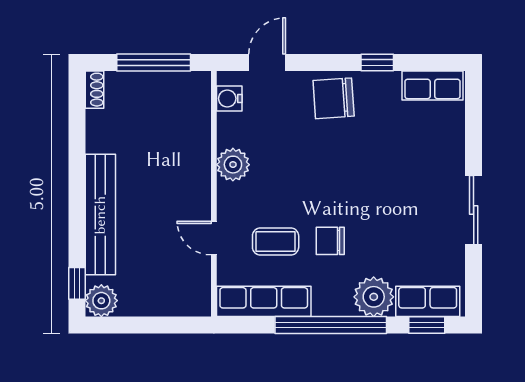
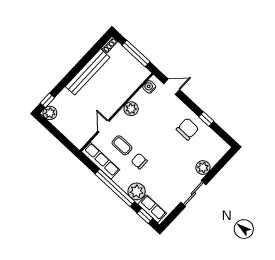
row of seats: (432, 85) -> (217, 142), removed
chair: (334, 98) -> (187, 129), moved, turned 94
plant: (449, 150) -> (203, 168), added
bench: (100, 215) -> (88, 72), moved

